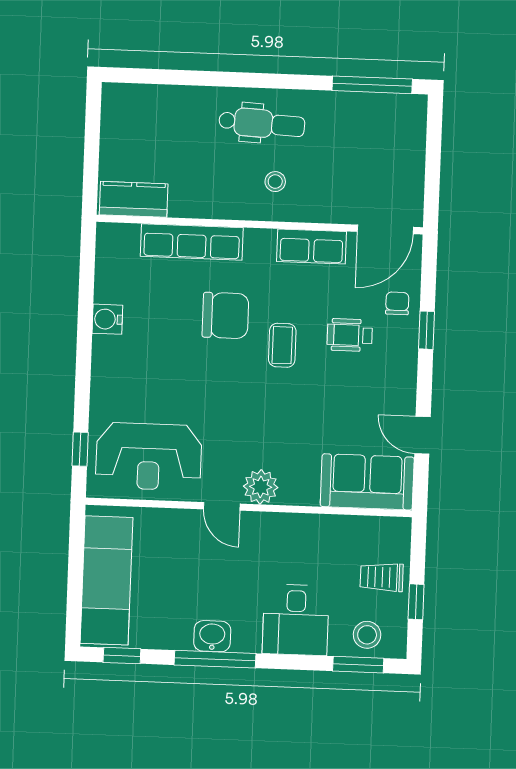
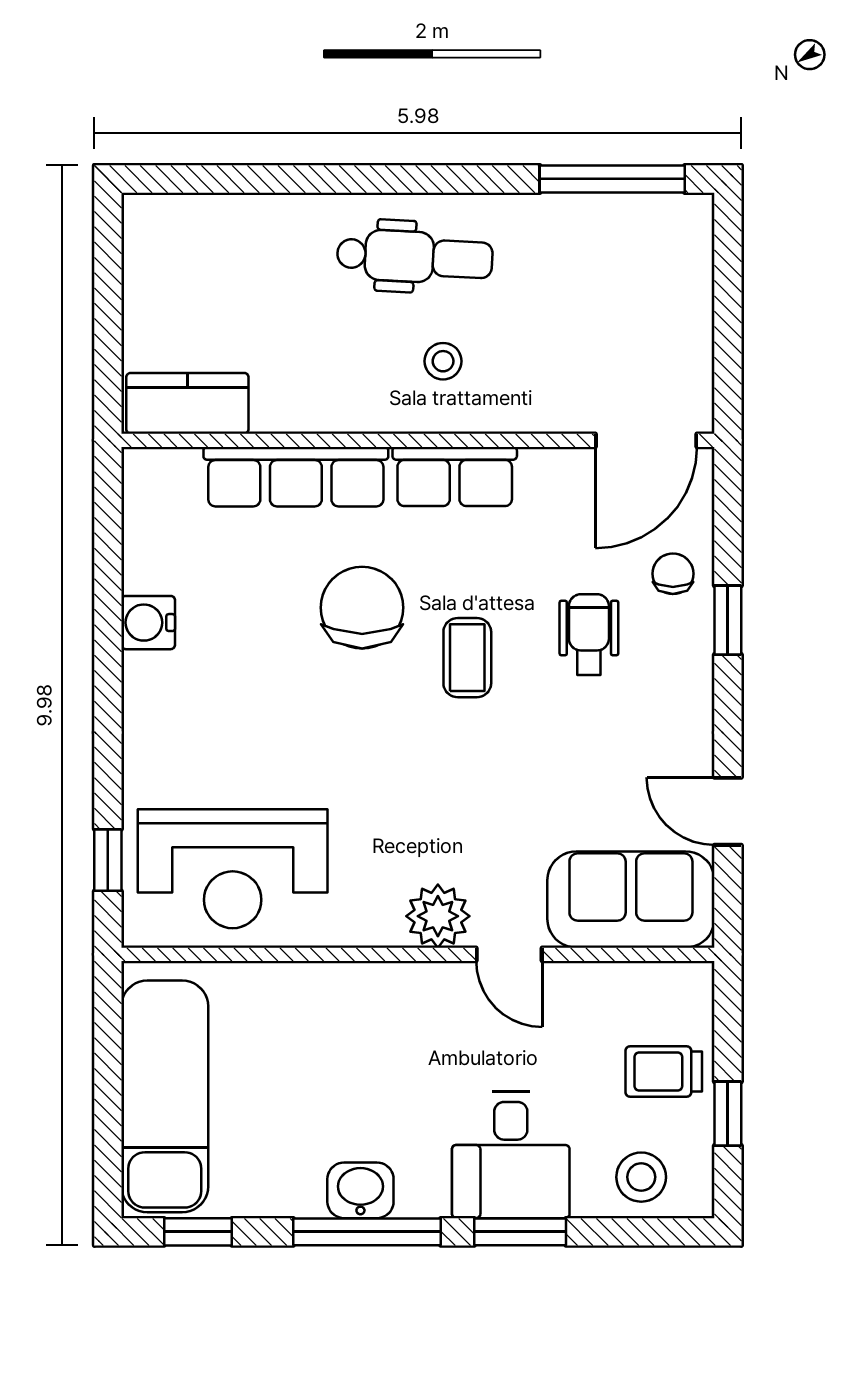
row of seats: (311, 247) -> (455, 476), moved
chair: (225, 315) -> (362, 608), turned -90
wheelchair: (350, 335) -> (589, 634), turned 90
door: (222, 506) -> (509, 954), moved
window: (358, 665) -> (520, 1232), moved

